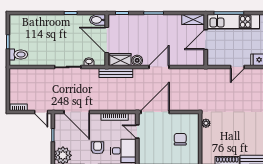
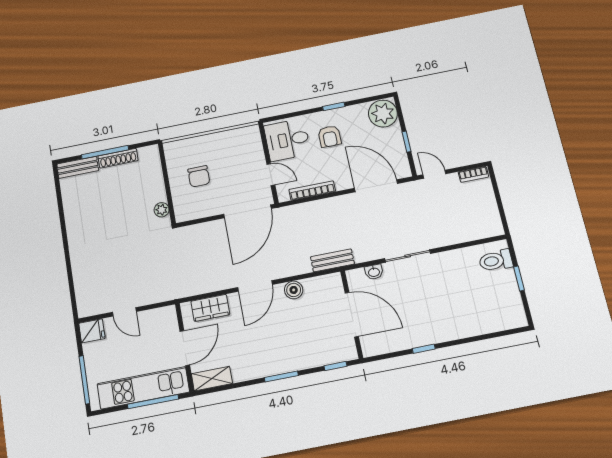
bidet: (98, 20) -> (375, 346), removed
wardrobe: (120, 60) -> (210, 308), moved
door: (237, 67) -> (124, 312), swing flipped
bench: (116, 73) -> (332, 260), width x0.73

